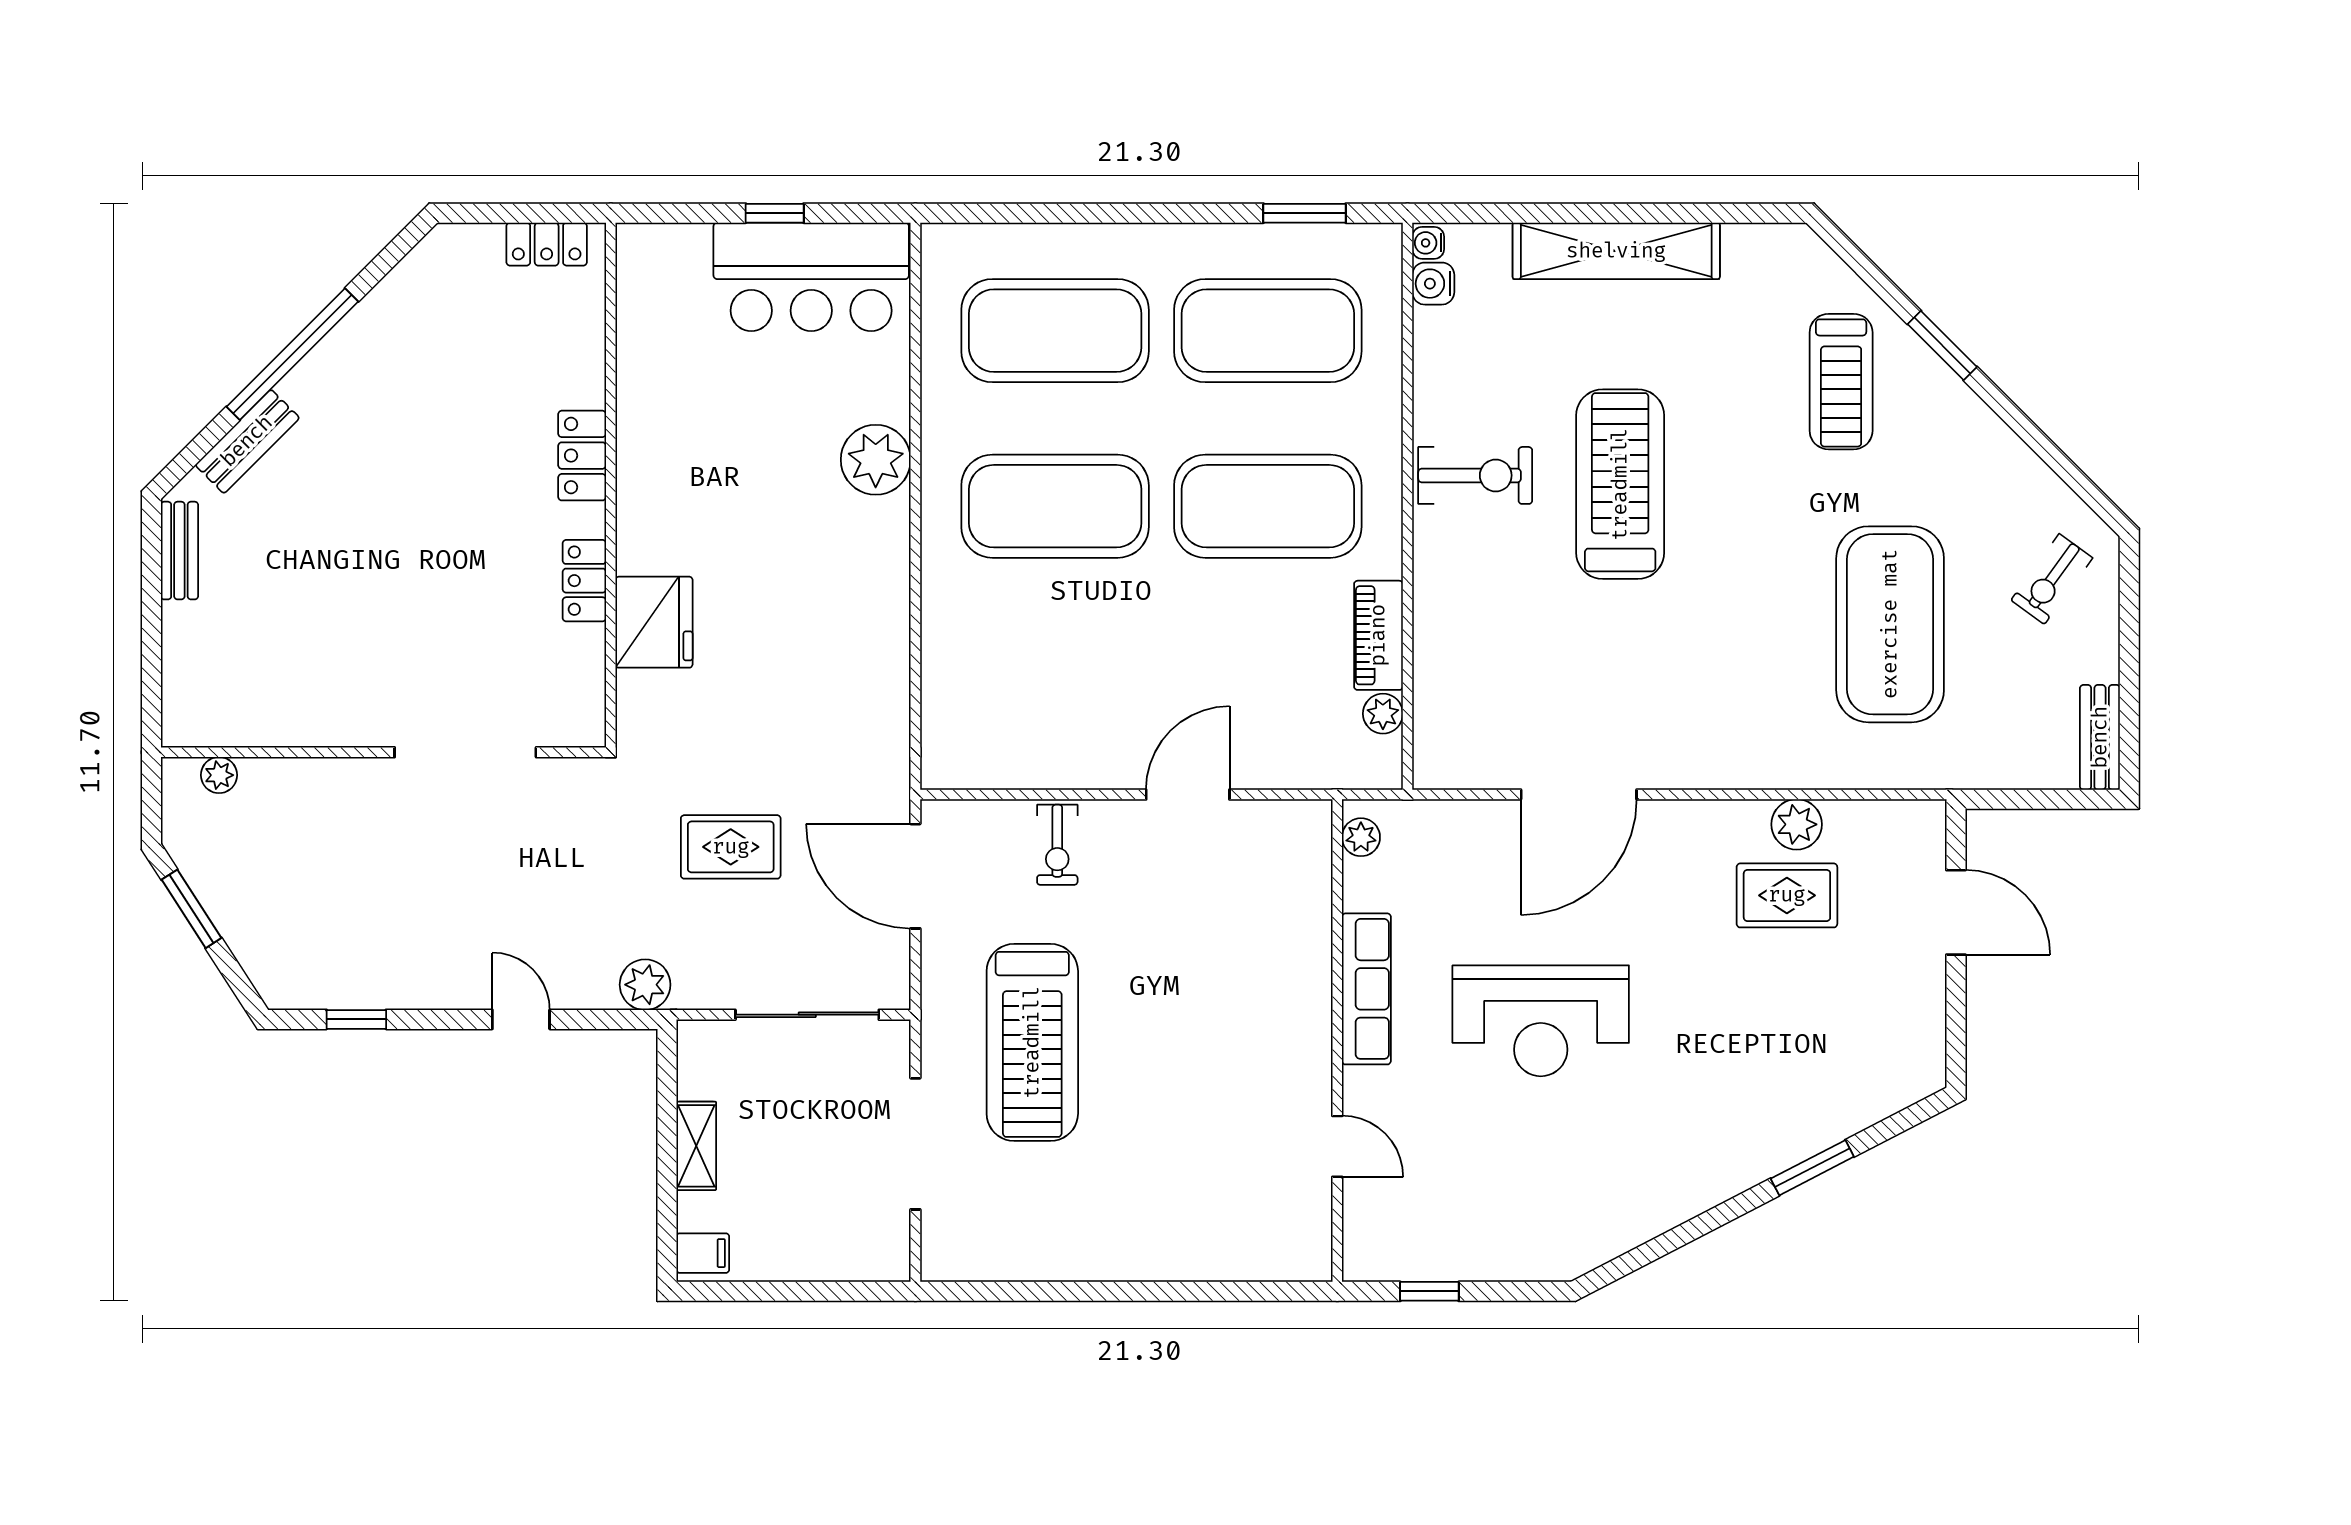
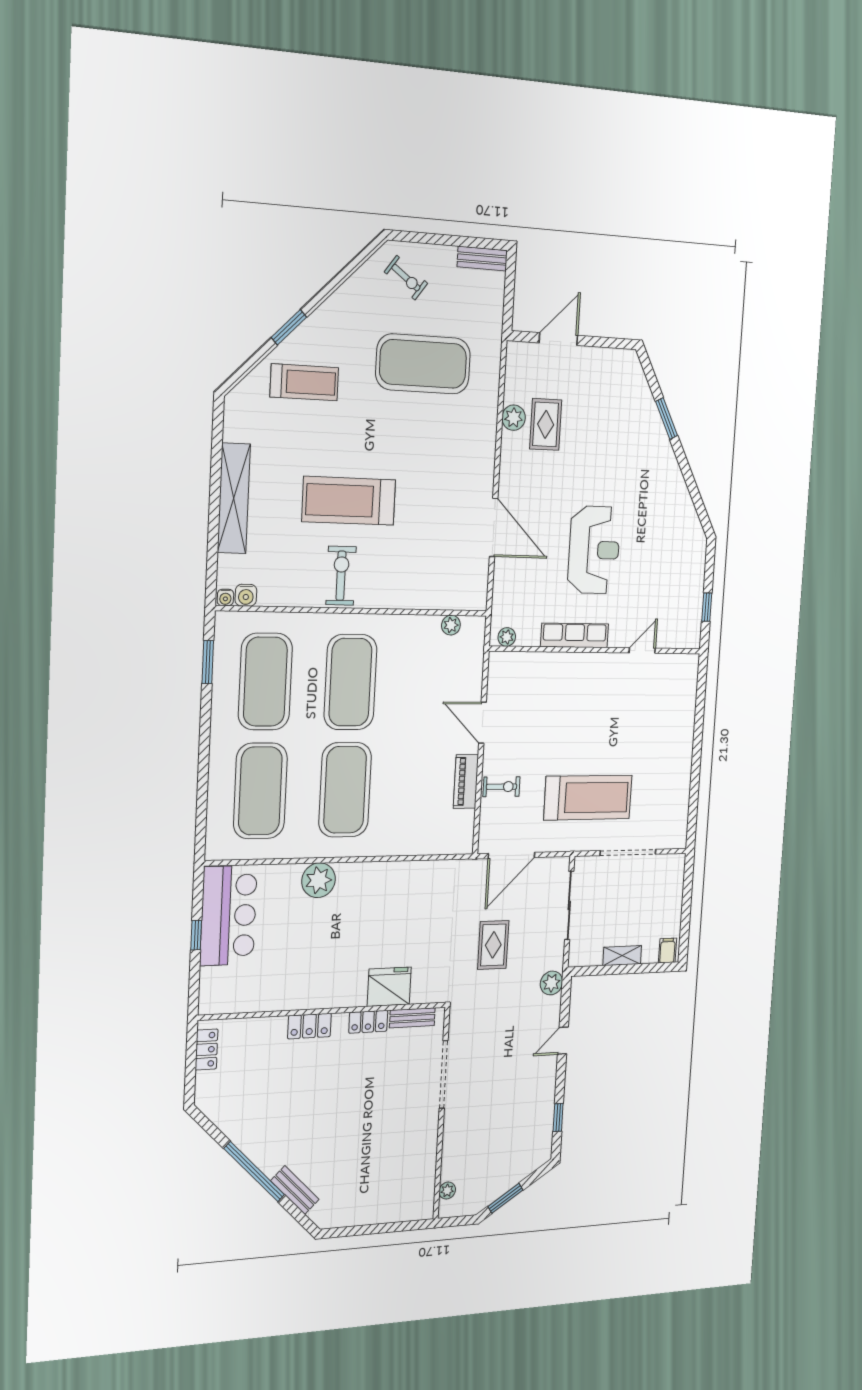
bench: (179, 551) -> (412, 1018), moved
piano: (1378, 635) -> (466, 781), moved, turned 90

